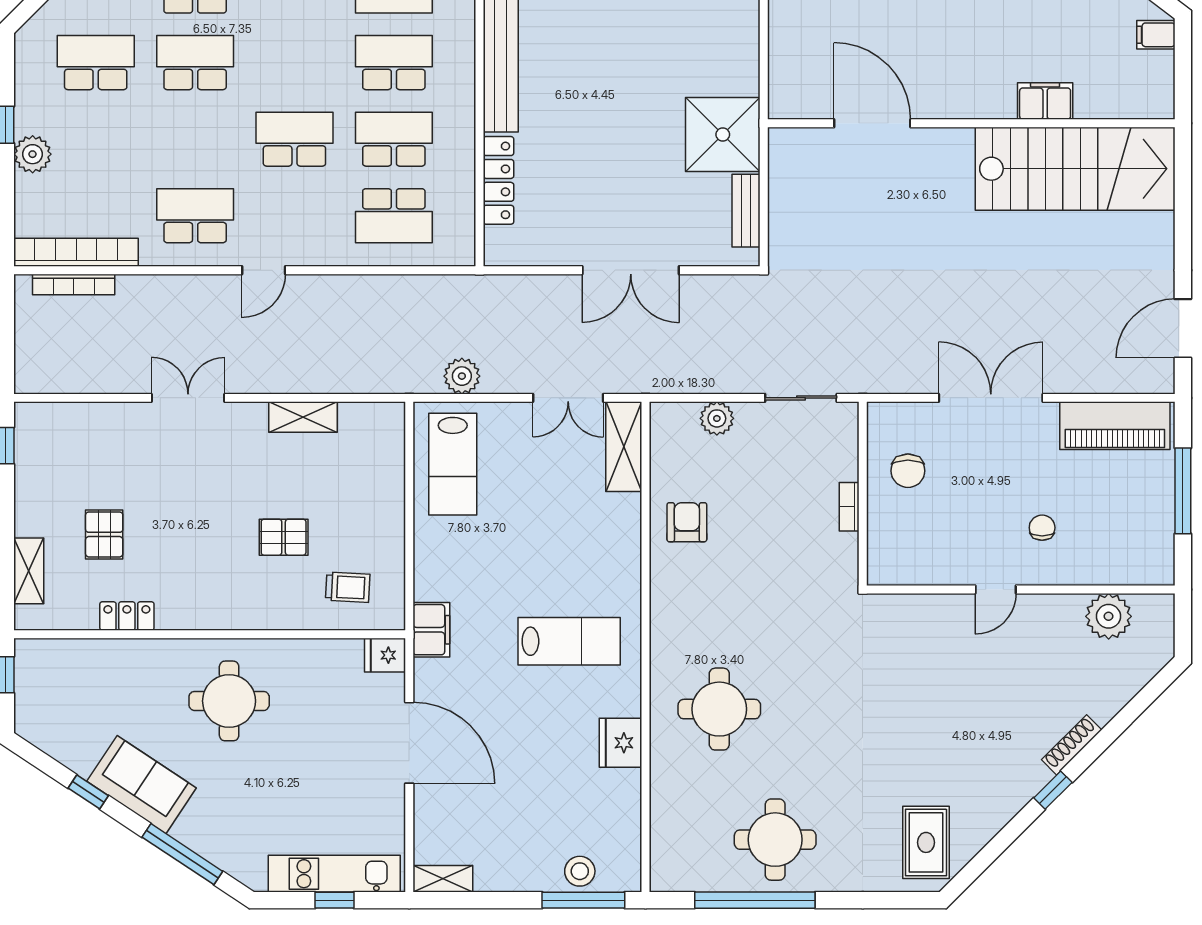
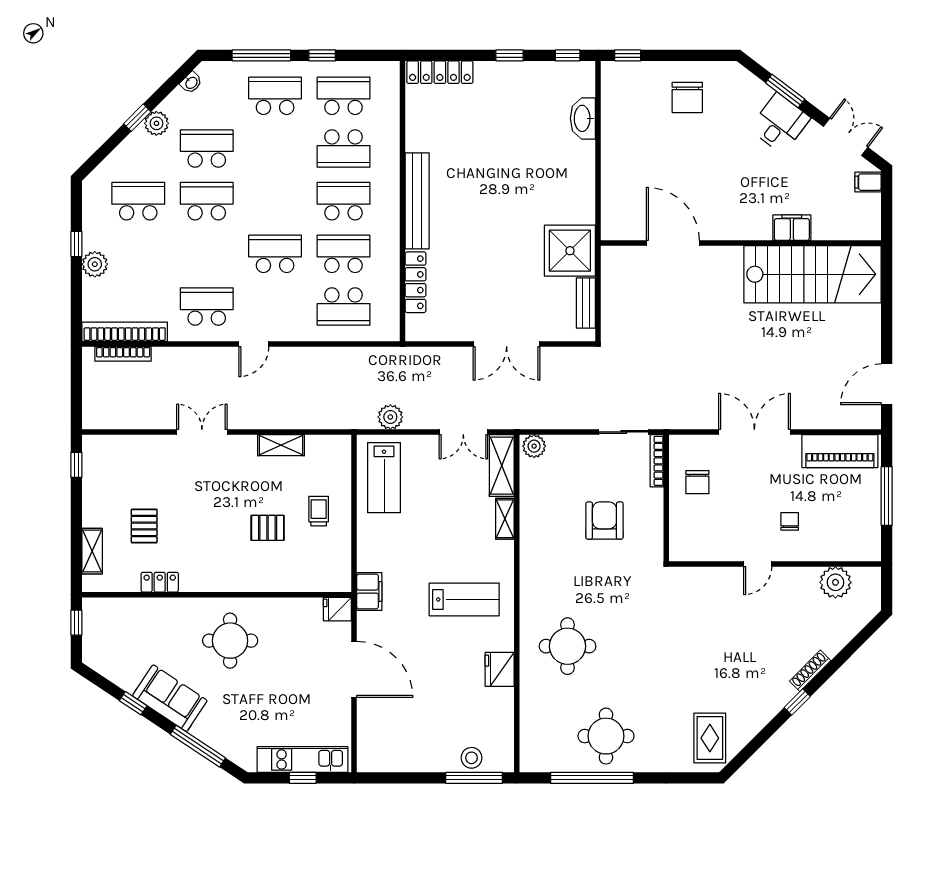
plant: (717, 418) -> (534, 446), moved
bookcase: (849, 507) -> (657, 461), moved, width x1.56
armchair: (687, 522) -> (604, 521), moved, width x1.38, depth x1.38
trolley: (348, 587) -> (319, 511), moved, turned -93
shelving: (443, 879) -> (505, 519), moved, turned 90

